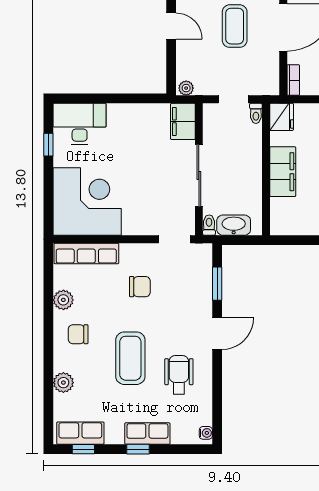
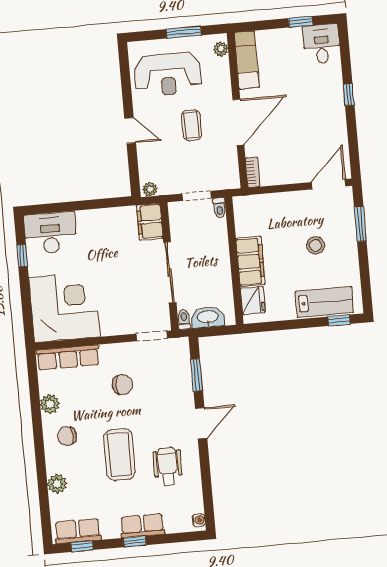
coffee table: (235, 26) -> (191, 125), width x0.73, depth x0.77
fridge: (282, 117) -> (253, 300), moved

